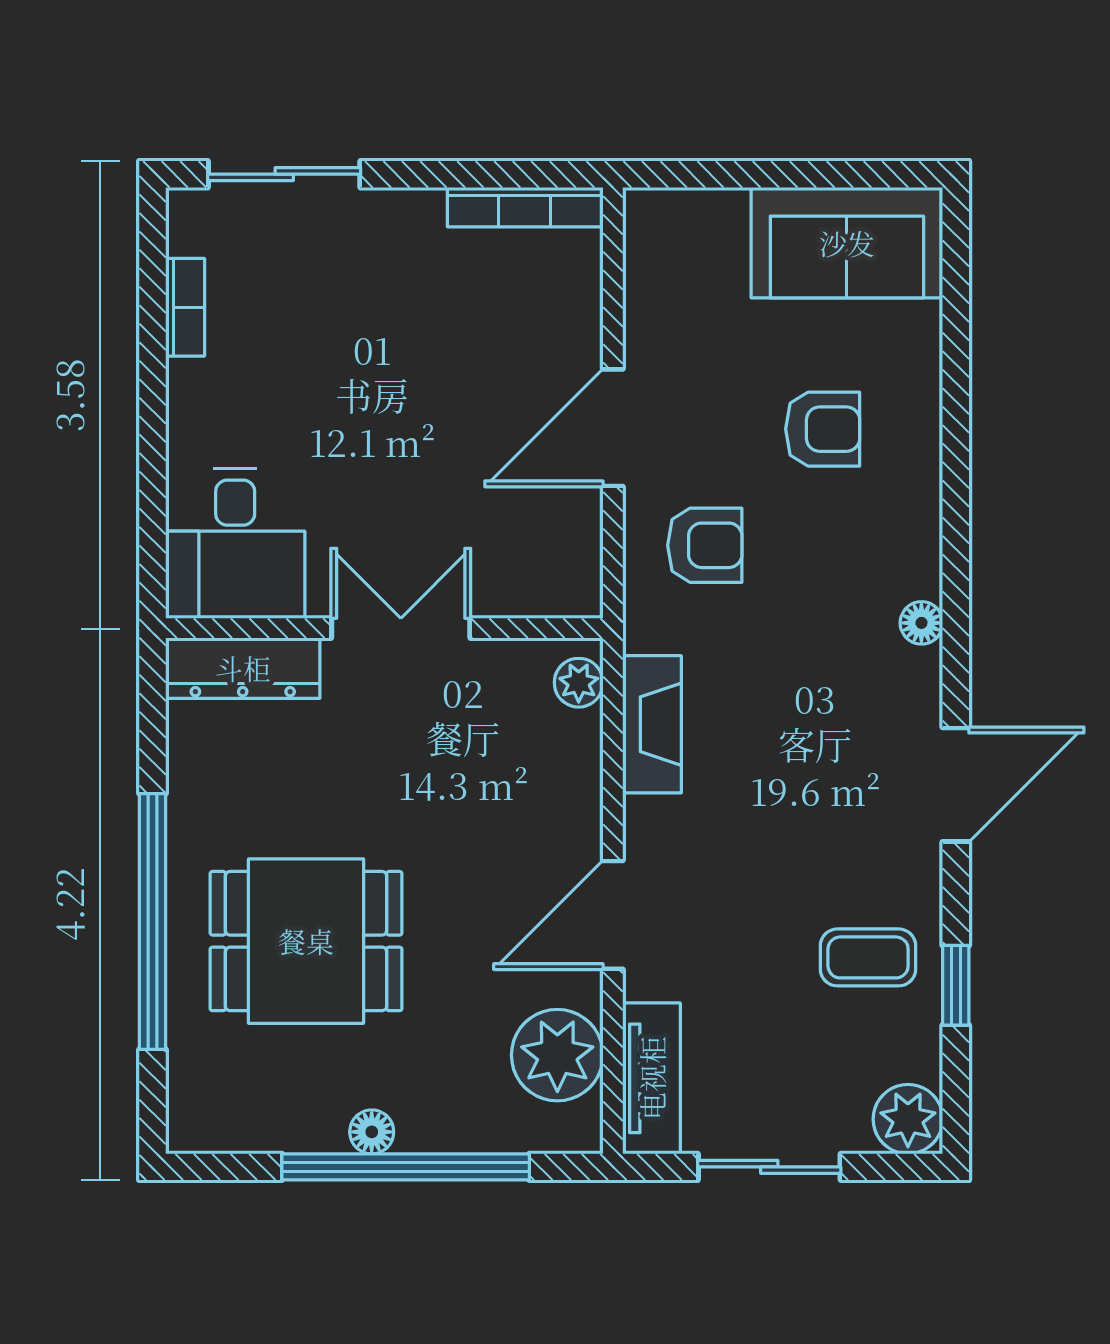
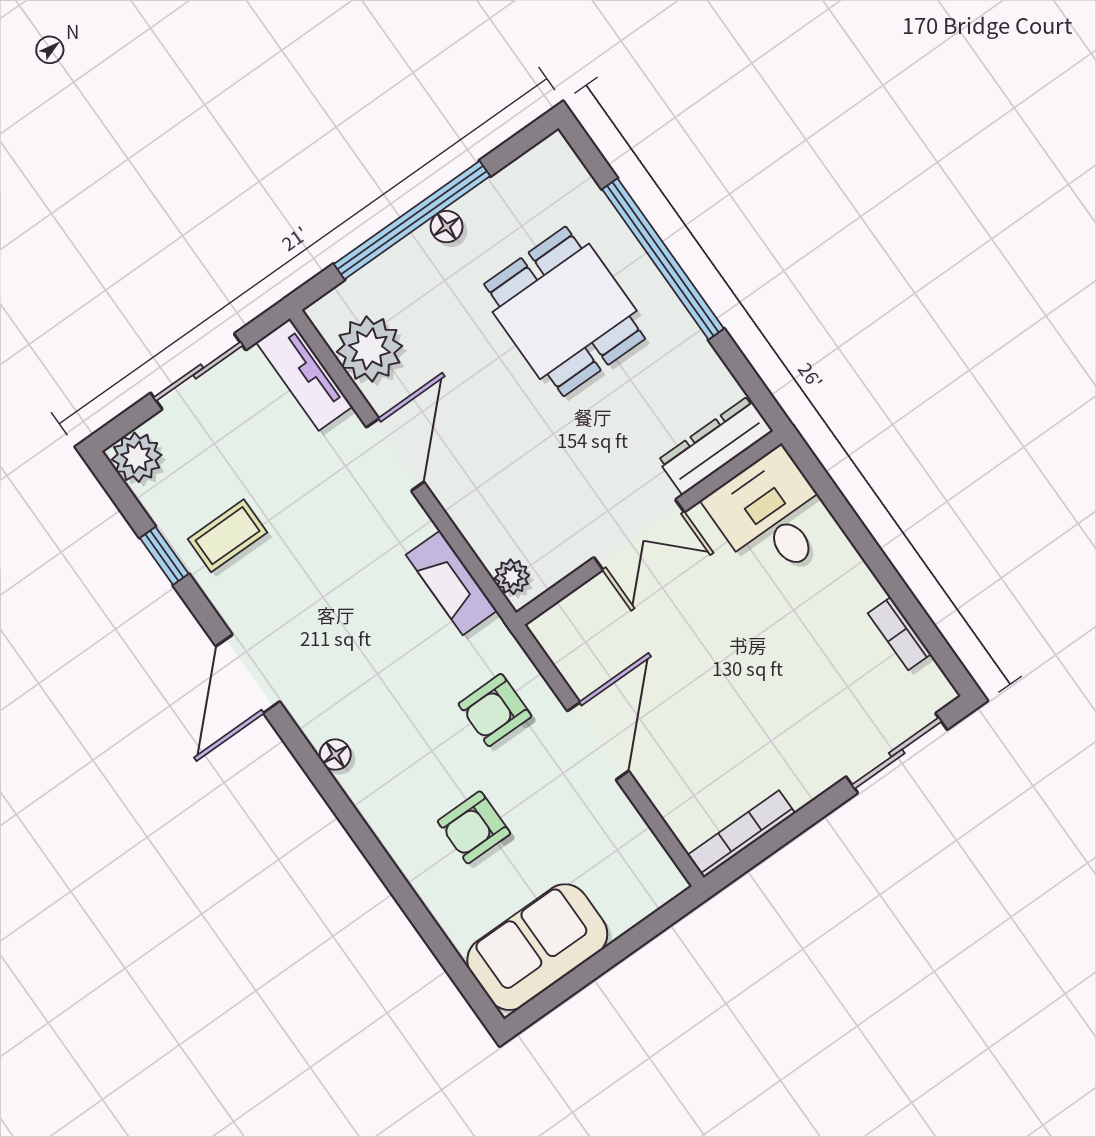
dining table: (306, 941) -> (565, 311), turned 90

